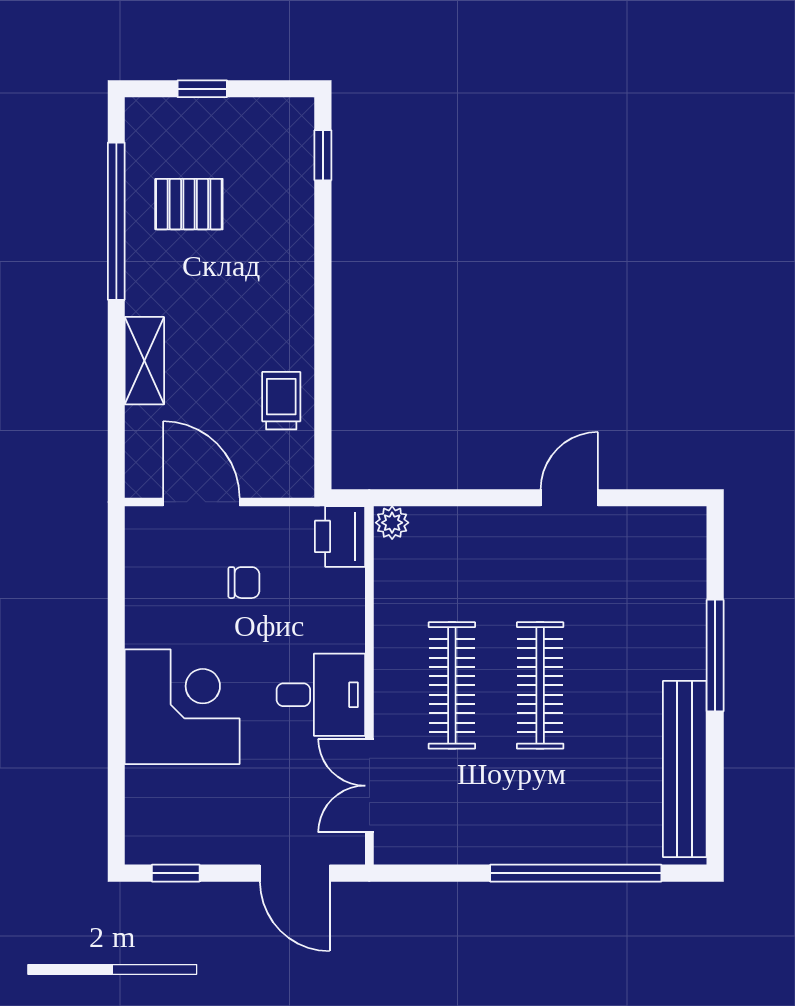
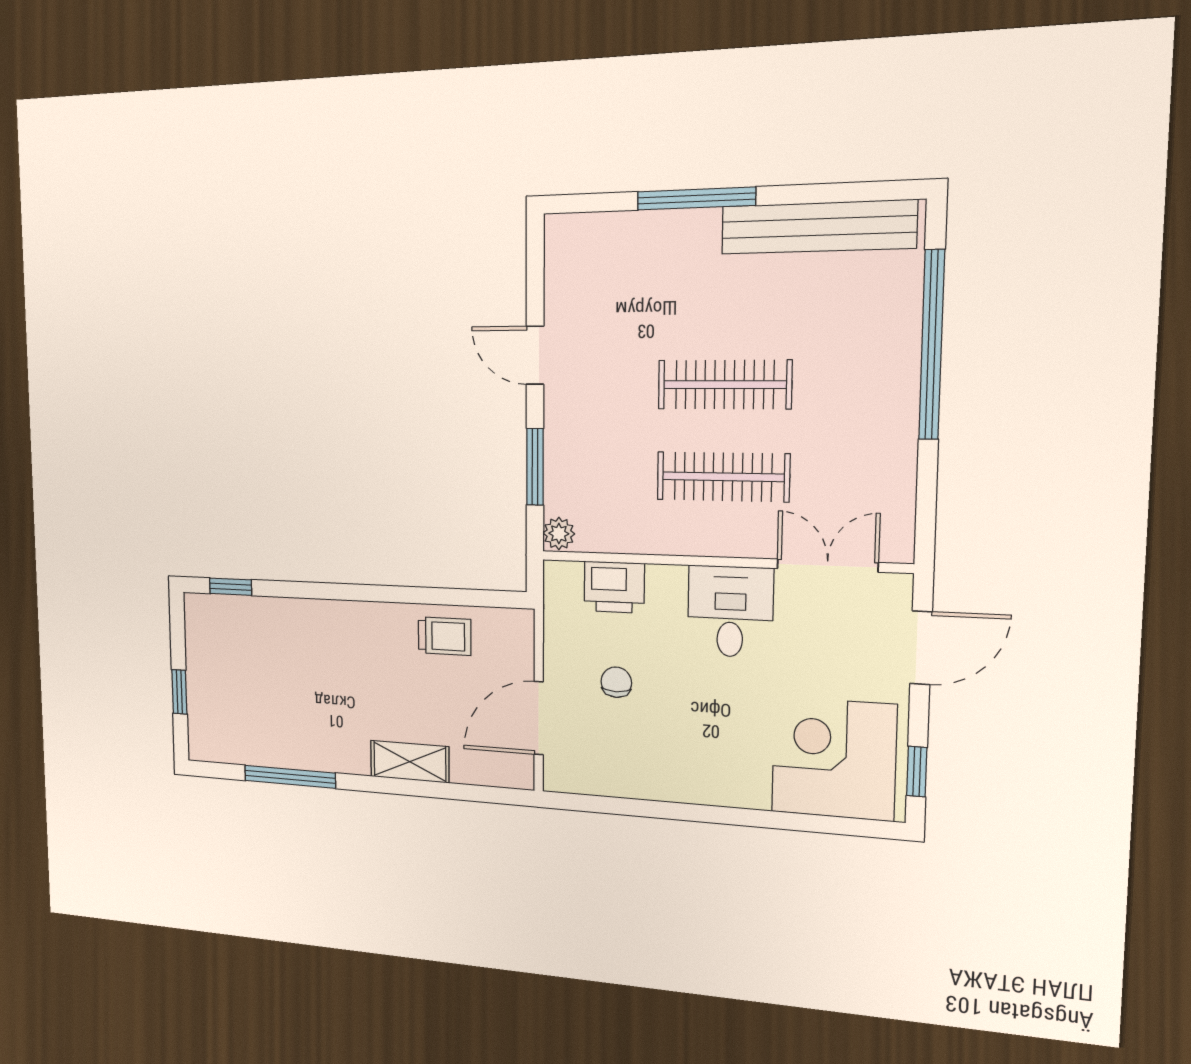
pallet: (189, 204) -> (274, 711), removed
window: (116, 221) -> (290, 777), width x0.68
trolley: (281, 401) -> (445, 636), turned 180
window: (458, 498) -> (535, 467), added
printer: (340, 536) -> (614, 587), moved
corner desk: (182, 707) -> (834, 759), moved
double door: (369, 786) -> (827, 566), swing flipped

